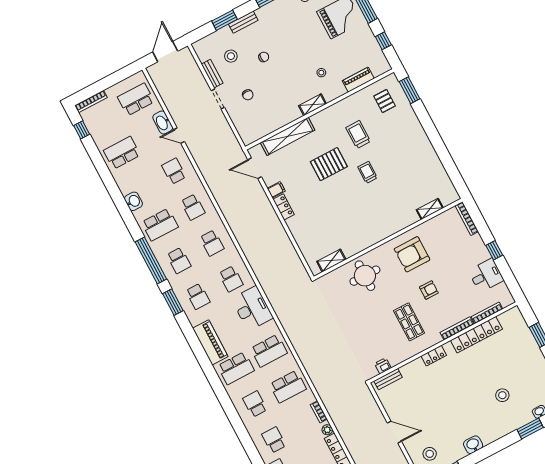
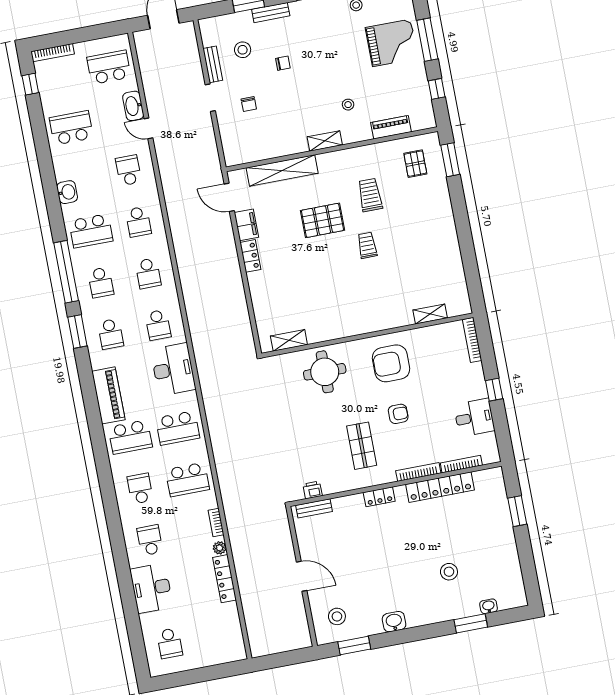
filing cabinet: (276, 190) -> (246, 225), width x2.00

